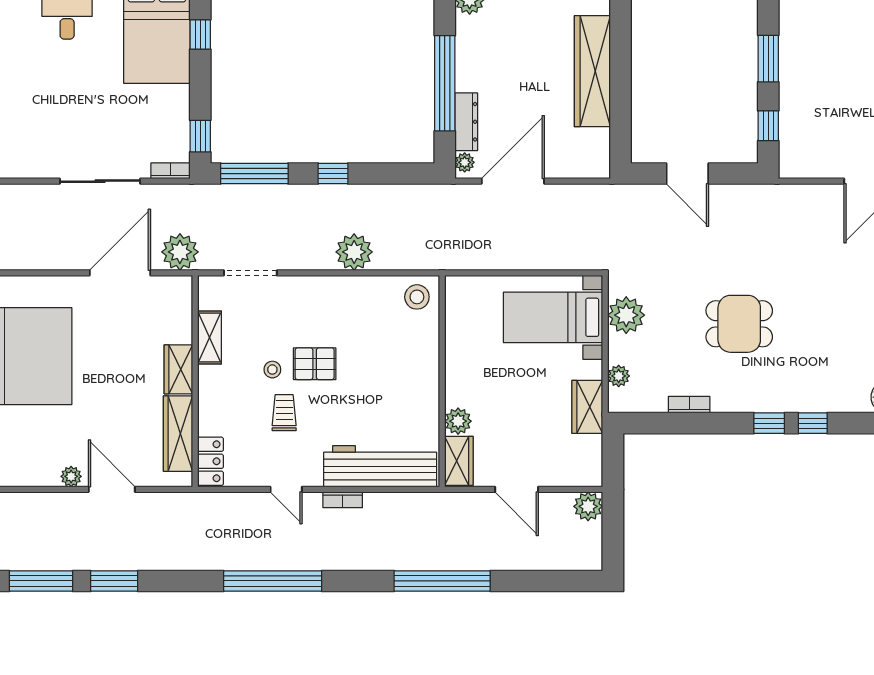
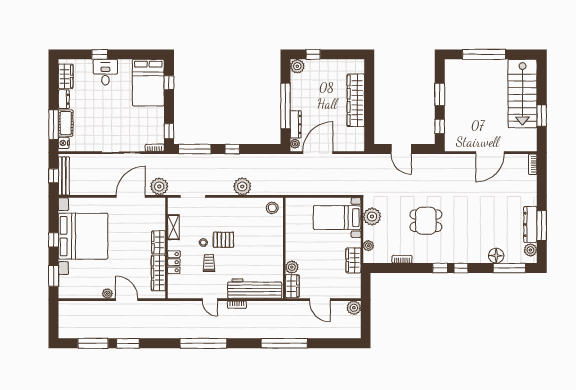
locker: (211, 461) -> (174, 262), moved

